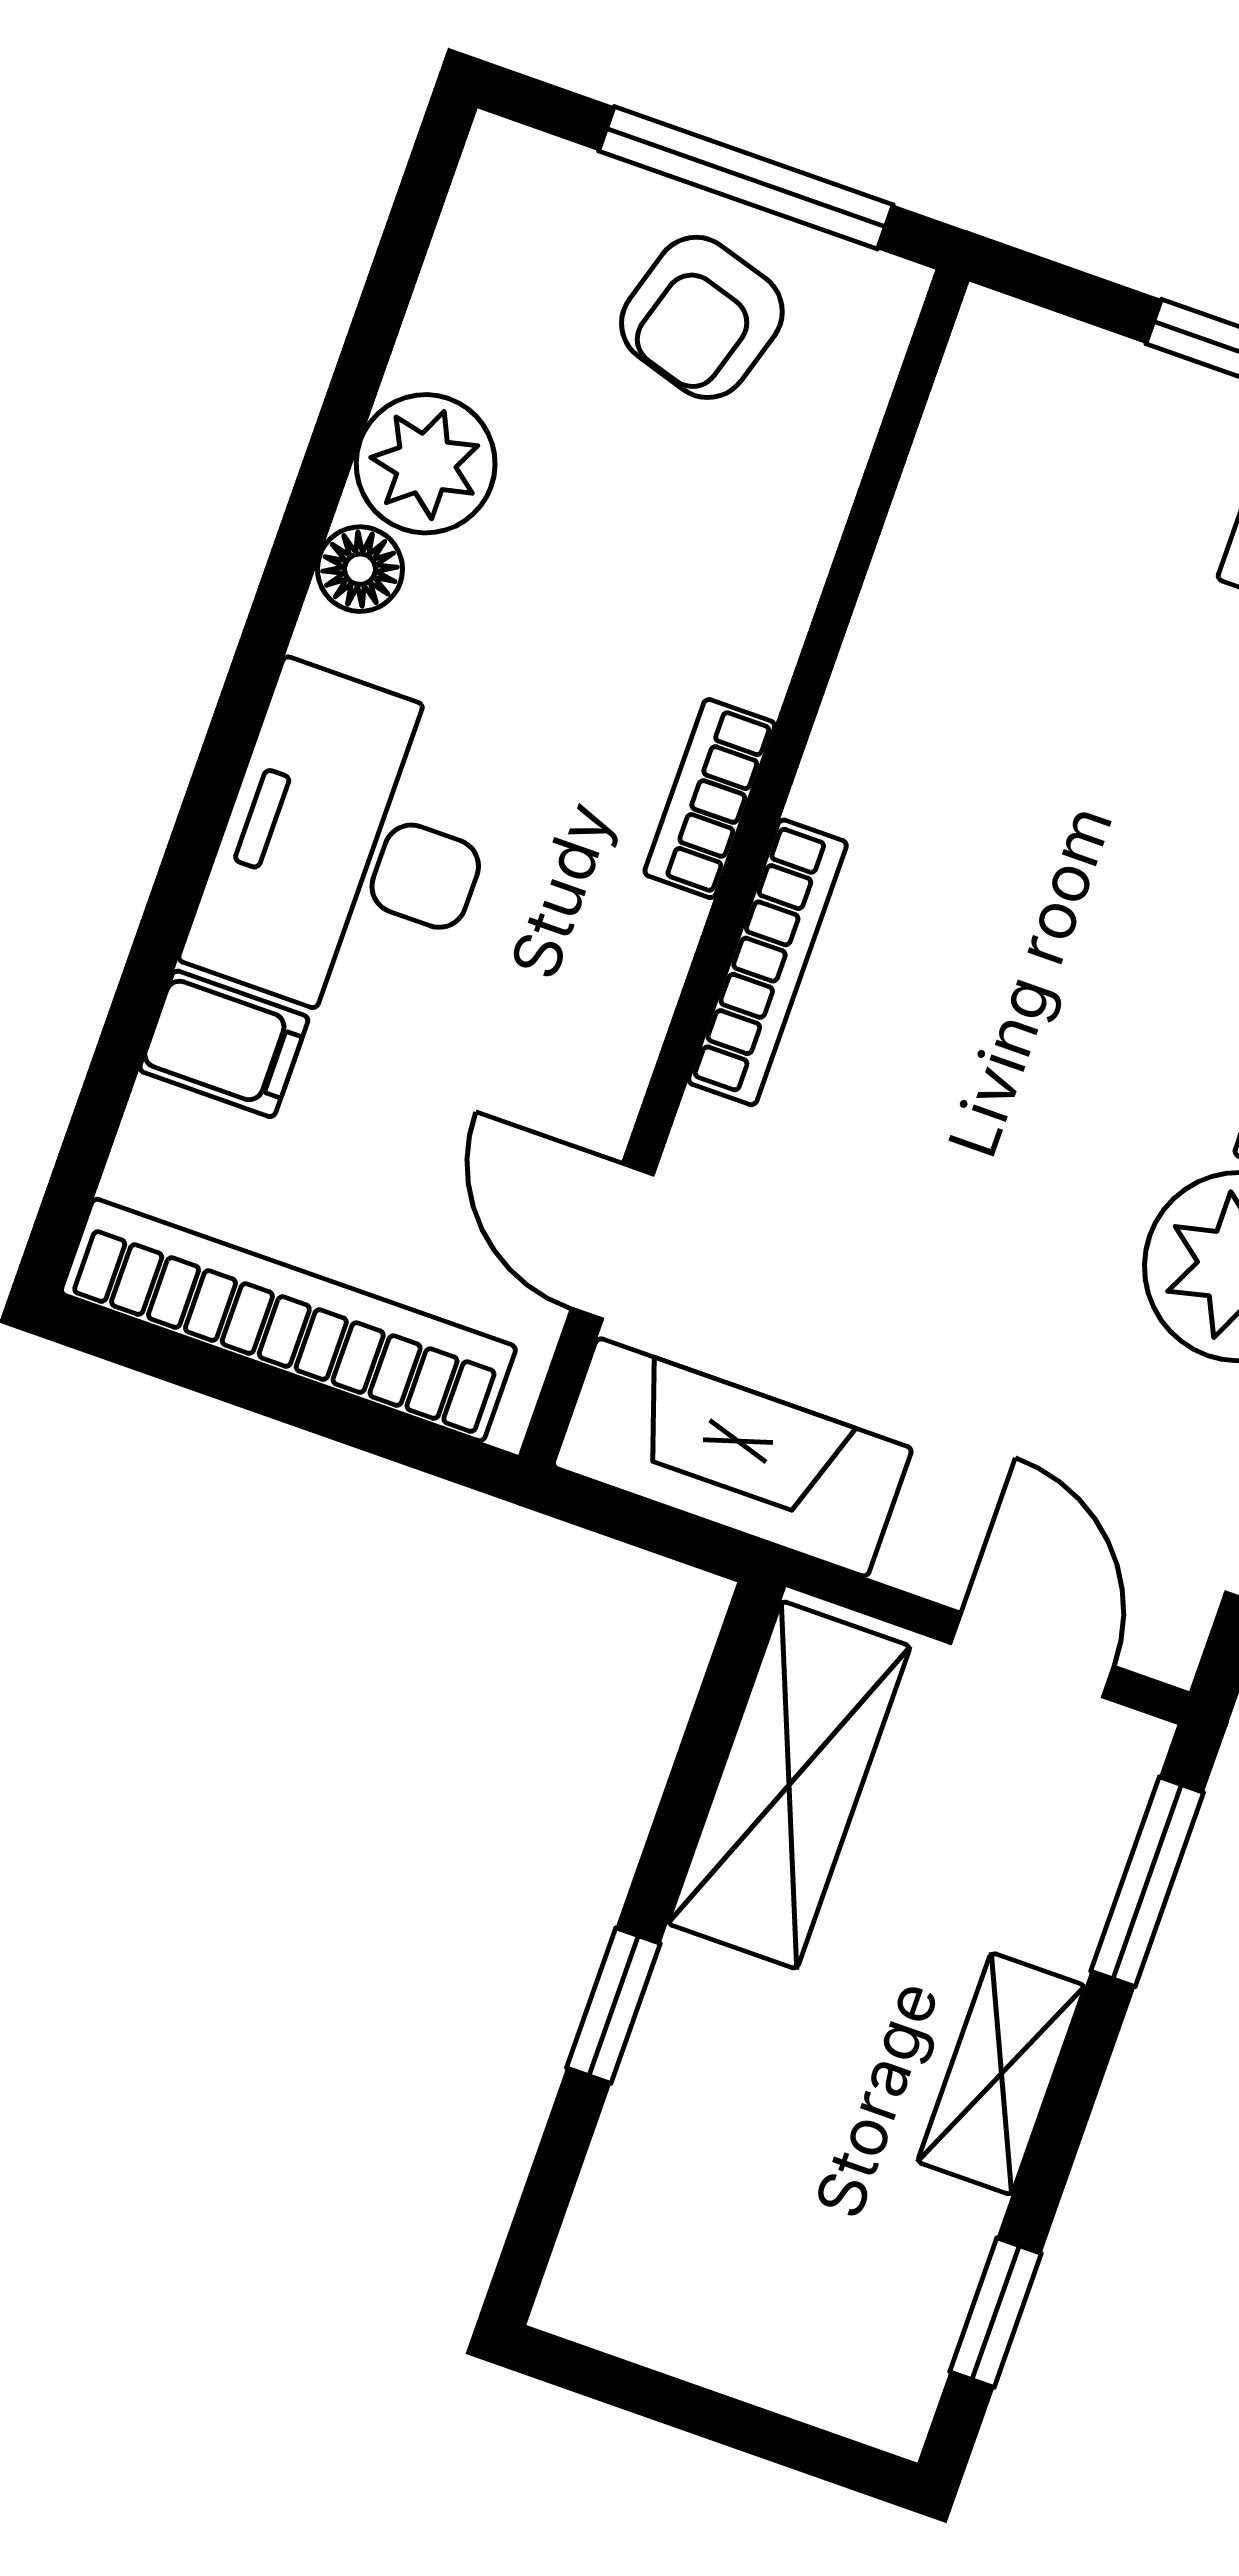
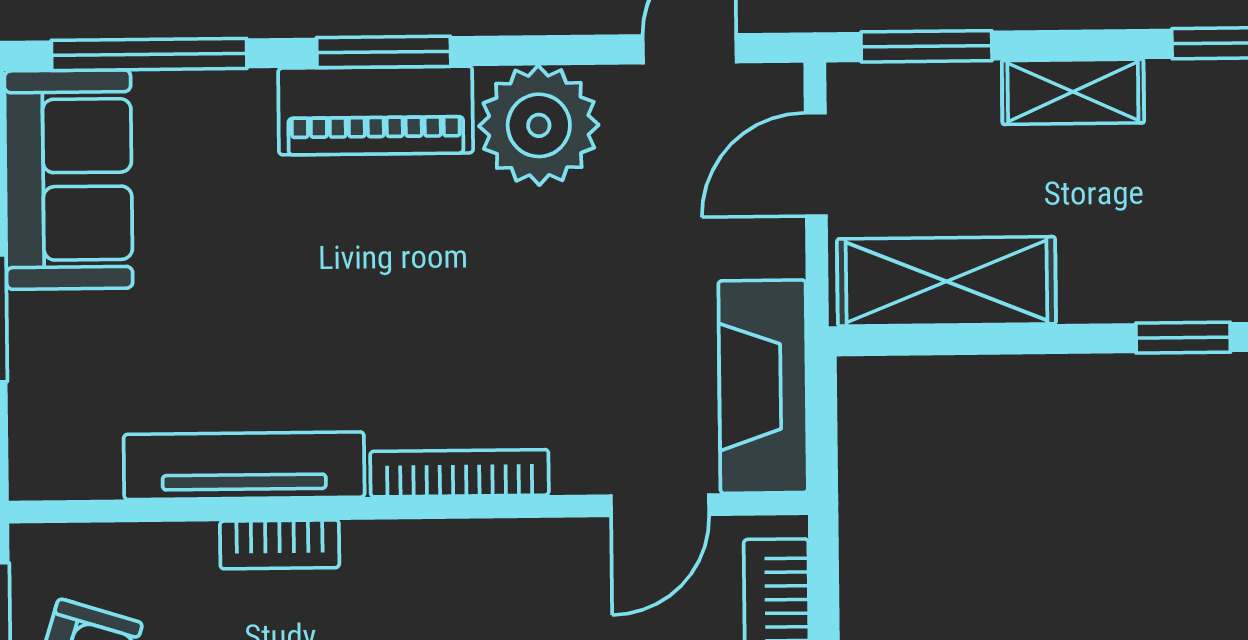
tv unit: (894, 648) -> (244, 466), added
bookcase: (710, 799) -> (280, 544), moved
window: (613, 2006) -> (1183, 338), moved

